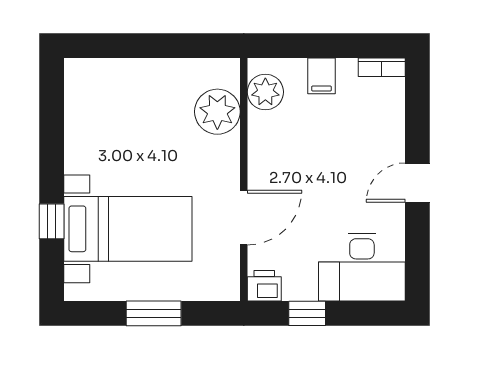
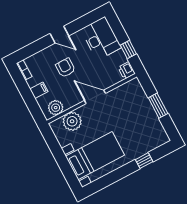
armchair: (340, 158) -> (65, 68), added
door: (244, 218) -> (95, 97), moved
bed with nightstands: (128, 229) -> (95, 156), moved, turned 90

